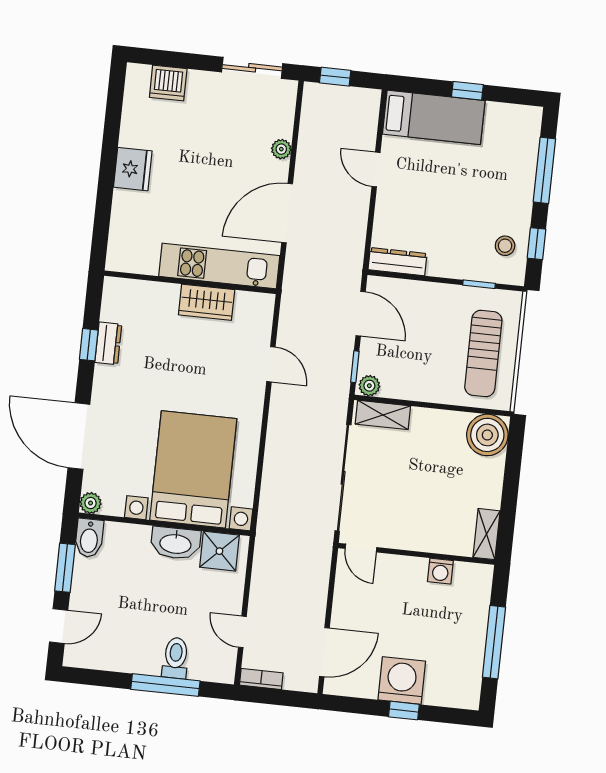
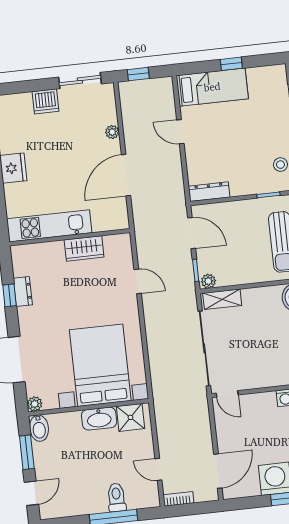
dishwasher: (168, 83) -> (45, 101), moved
kitchen unit: (219, 266) -> (49, 226), moved

